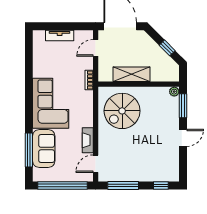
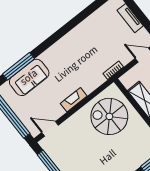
corner sofa: (51, 103) -> (70, 54), removed
fireplace: (88, 140) -> (74, 100), moved

